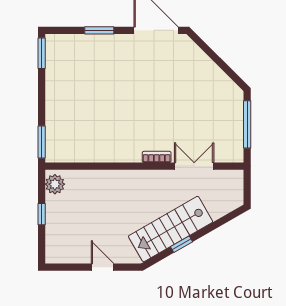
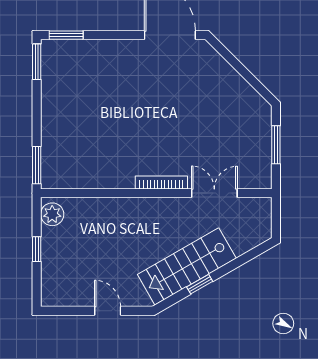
window: (99, 30) -> (66, 35), moved
window: (247, 124) -> (276, 145), width x0.69
bookcase: (157, 157) -> (161, 182), width x1.56

